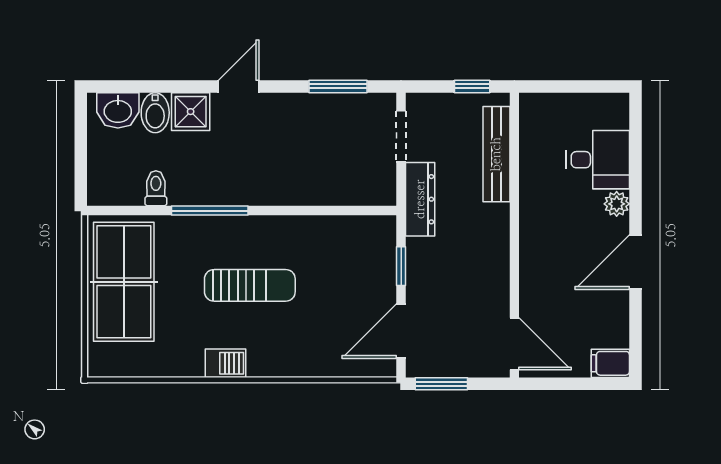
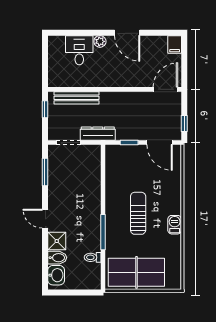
window: (441, 384) -> (184, 124), width x0.67

